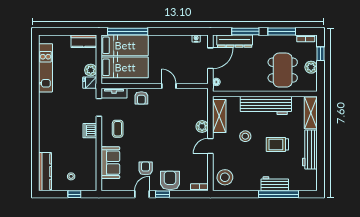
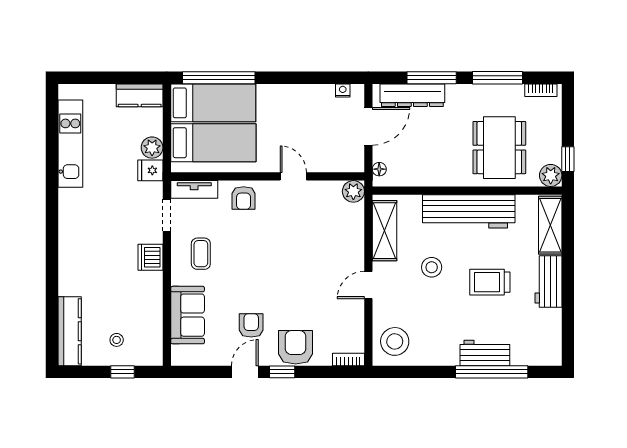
window: (321, 54) -> (568, 159), moved
plant: (311, 67) -> (551, 175), moved
plant: (202, 126) -> (353, 191), moved
workbench: (310, 149) -> (548, 282), width x0.73

